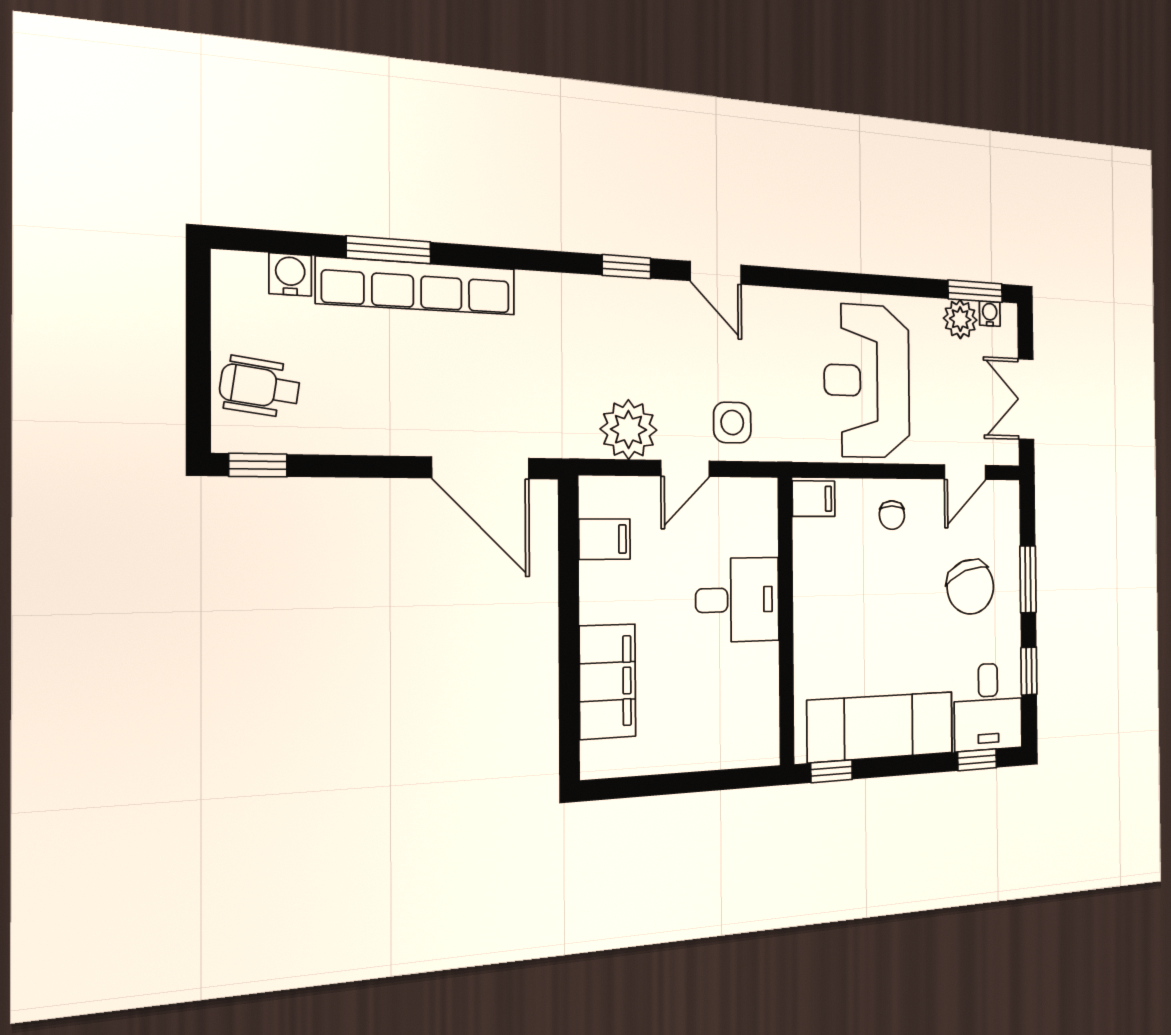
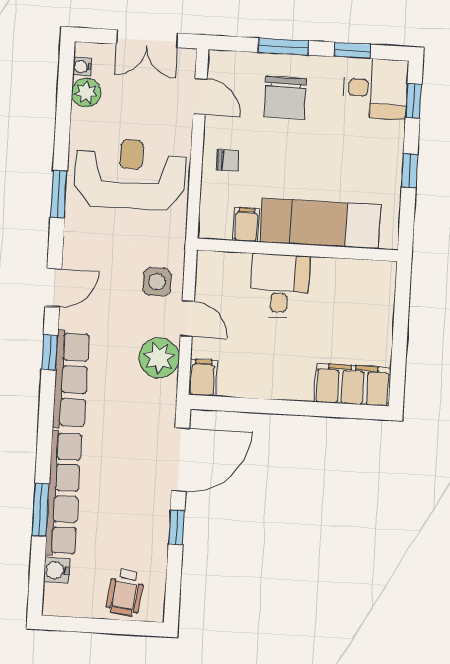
window: (975, 291) -> (59, 194), moved
row of seats: (589, 298) -> (71, 380), added
reception desk: (867, 381) -> (131, 174), turned 180
window: (258, 465) -> (177, 527), moved
filing cabinet: (814, 499) -> (246, 225), moved
filing cabinet: (605, 539) -> (203, 378), moved
chair: (970, 587) -> (285, 98), turned 110
filing cabinet: (608, 681) -> (353, 385), moved
exam couch: (881, 727) -> (320, 224), moved, turned 90
window: (832, 771) -> (410, 171), moved

